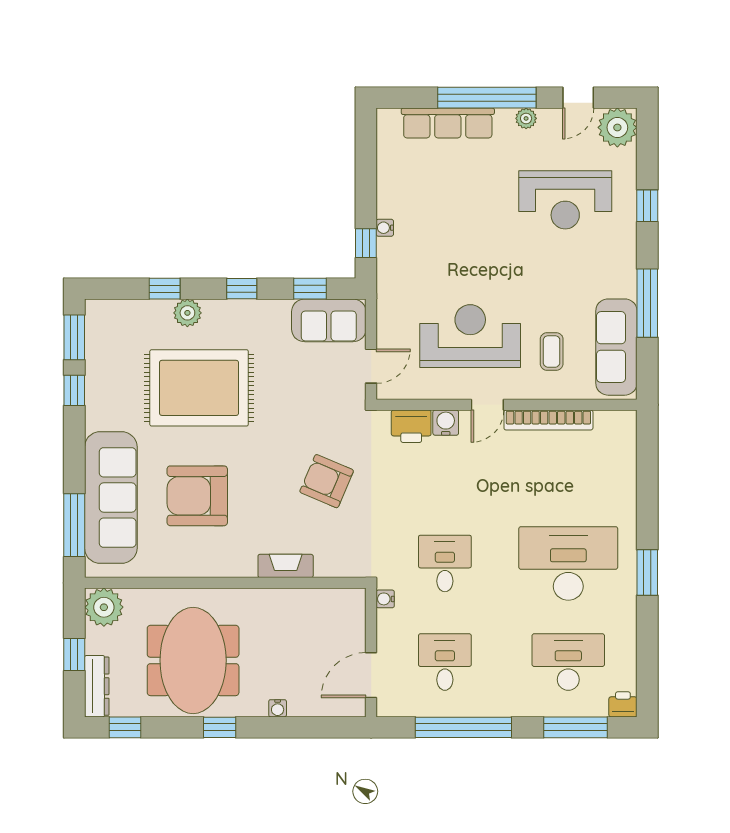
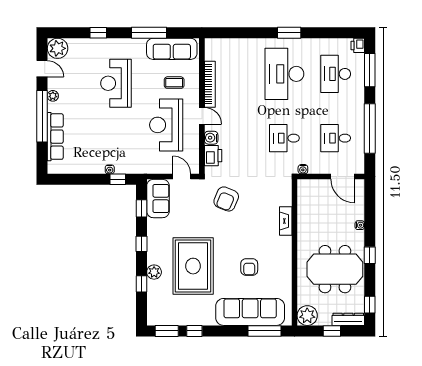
reception desk: (565, 200) -> (116, 83), moved, turned 180
armchair: (327, 481) -> (226, 199), moved
armchair: (197, 496) -> (249, 267), width x0.53, depth x0.53

